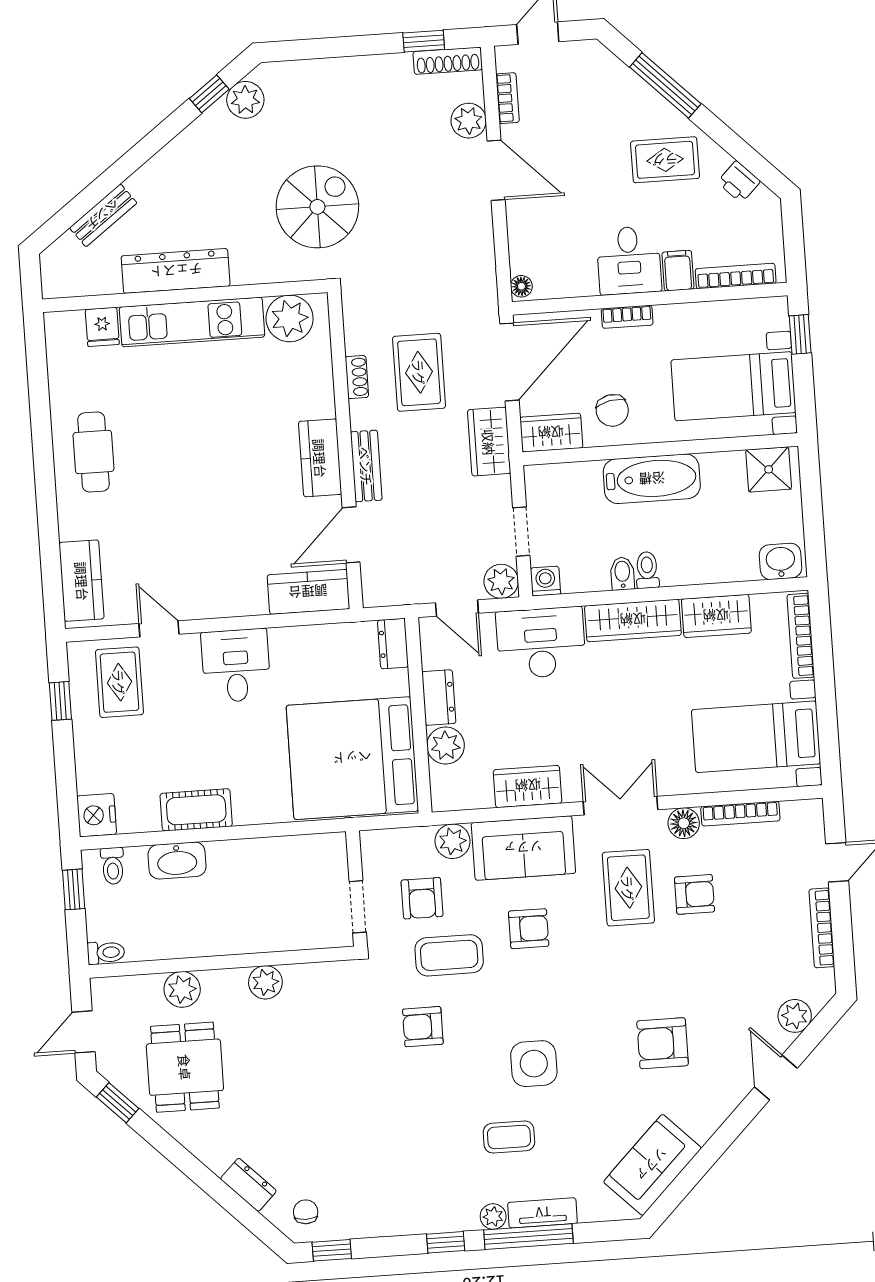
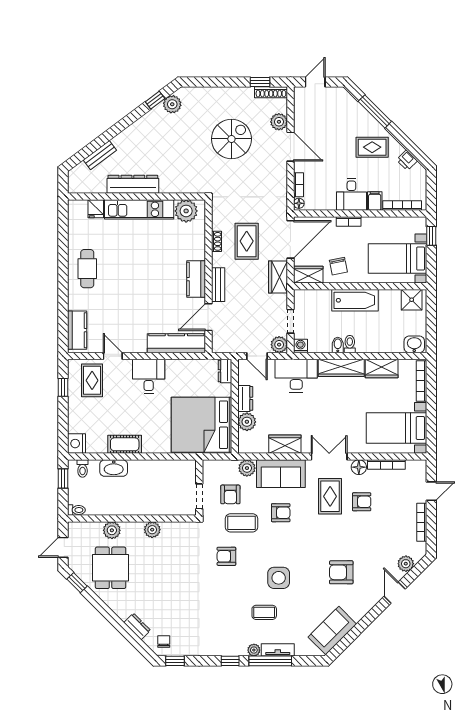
bookcase: (507, 98) -> (298, 185), moved
spiral stairs: (317, 207) -> (231, 139), moved
kitchen counter: (308, 592) -> (176, 343), width x1.50

